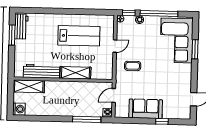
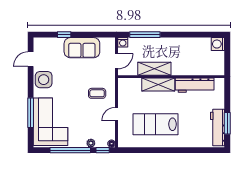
workbench: (21, 27) -> (218, 128), width x1.38
window: (195, 49) -> (31, 113), width x1.44
side table: (182, 80) -> (44, 80), added
shelving: (29, 86) -> (154, 69), moved

